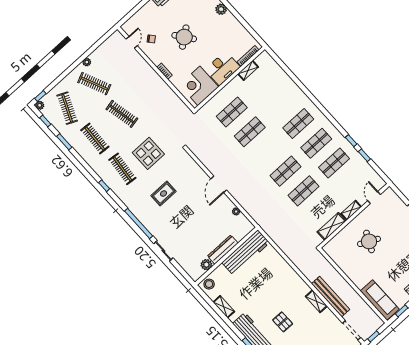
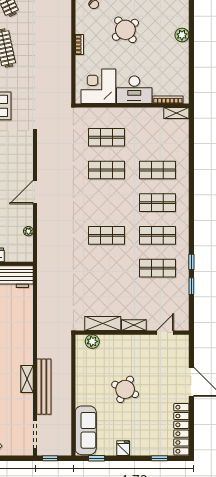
shelving: (248, 70) -> (176, 113), moved
shop shelf: (303, 191) -> (157, 170), moved
round table: (369, 241) -> (125, 389), moved
plant: (335, 243) -> (92, 341), added

